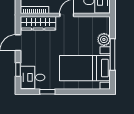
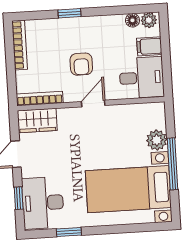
wardrobe: (38, 23) -> (37, 121), width x0.67
desk: (33, 77) -> (43, 203), width x1.37

